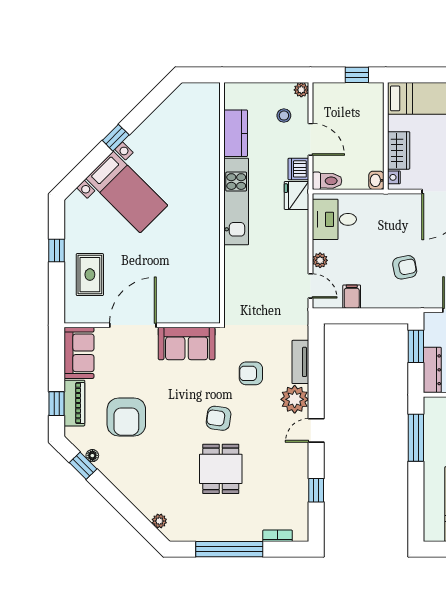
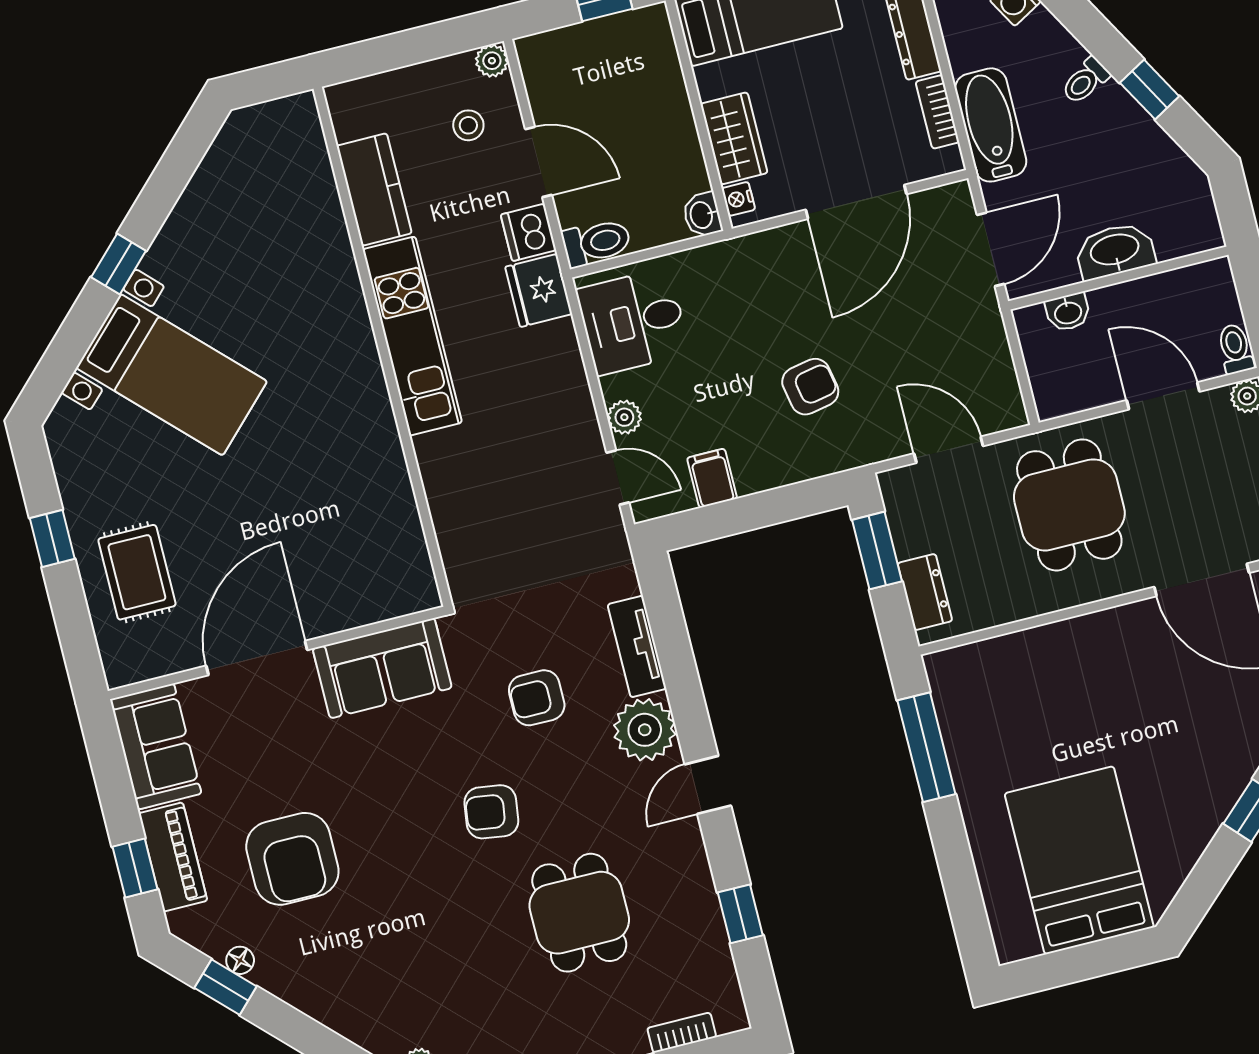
dresser: (432, 370) -> (925, 592), width x0.70
dining table: (221, 469) -> (579, 913), moved

